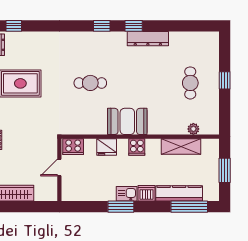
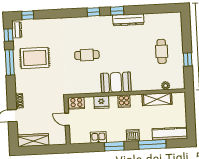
window: (225, 80) -> (188, 59), moved
door: (59, 168) -> (67, 119), hinge flipped
window: (225, 170) -> (190, 115), removed
kitchen counter: (179, 193) -> (170, 134), moved
kitchen sink: (127, 194) -> (98, 137), moved
window: (189, 207) -> (152, 144), moved

